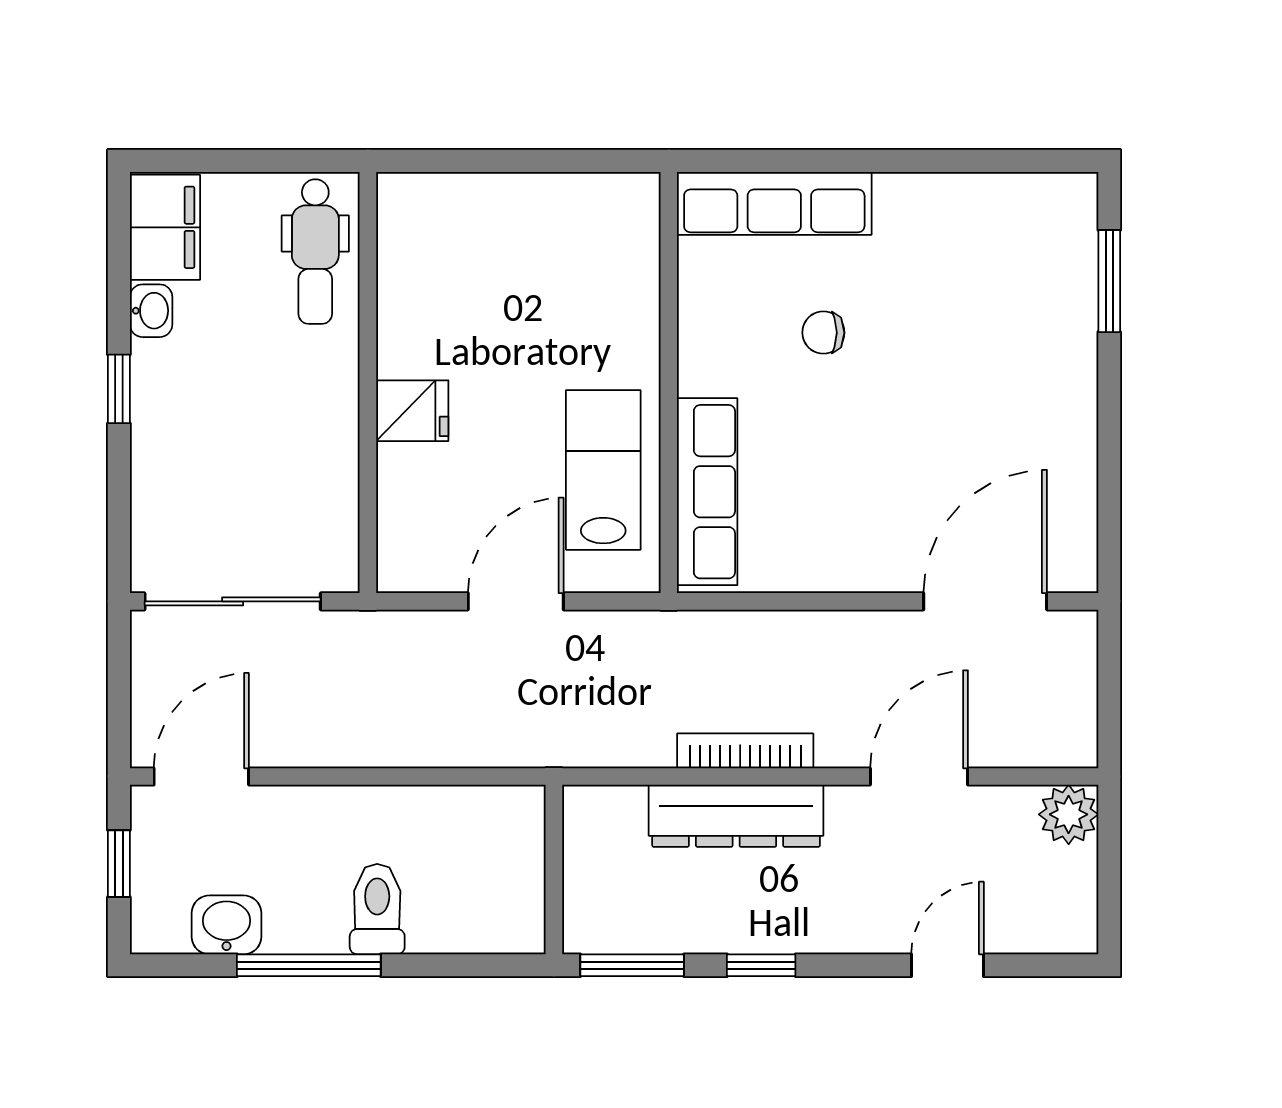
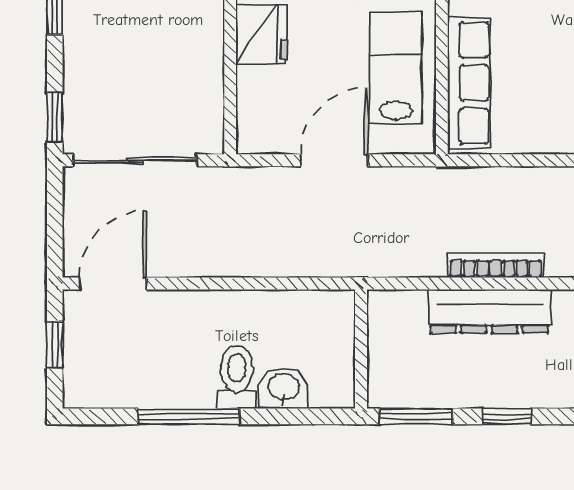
fridge: (412, 411) -> (261, 34), width x1.38
window: (119, 541) -> (55, 118), added
washbasin: (227, 925) -> (284, 388), moved

